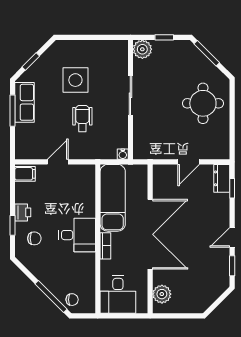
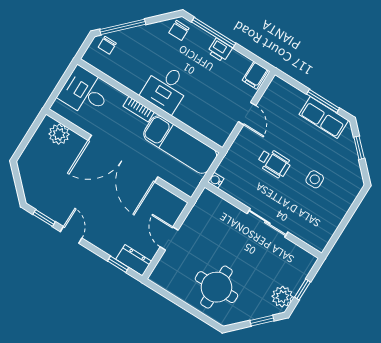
plant: (142, 49) -> (282, 297), moved
window: (207, 53) -> (262, 321), width x0.67
side table: (75, 80) -> (315, 179), width x0.54, depth x0.54
window: (13, 225) -> (214, 33), width x2.17
chair: (34, 238) -> (179, 30), moved

